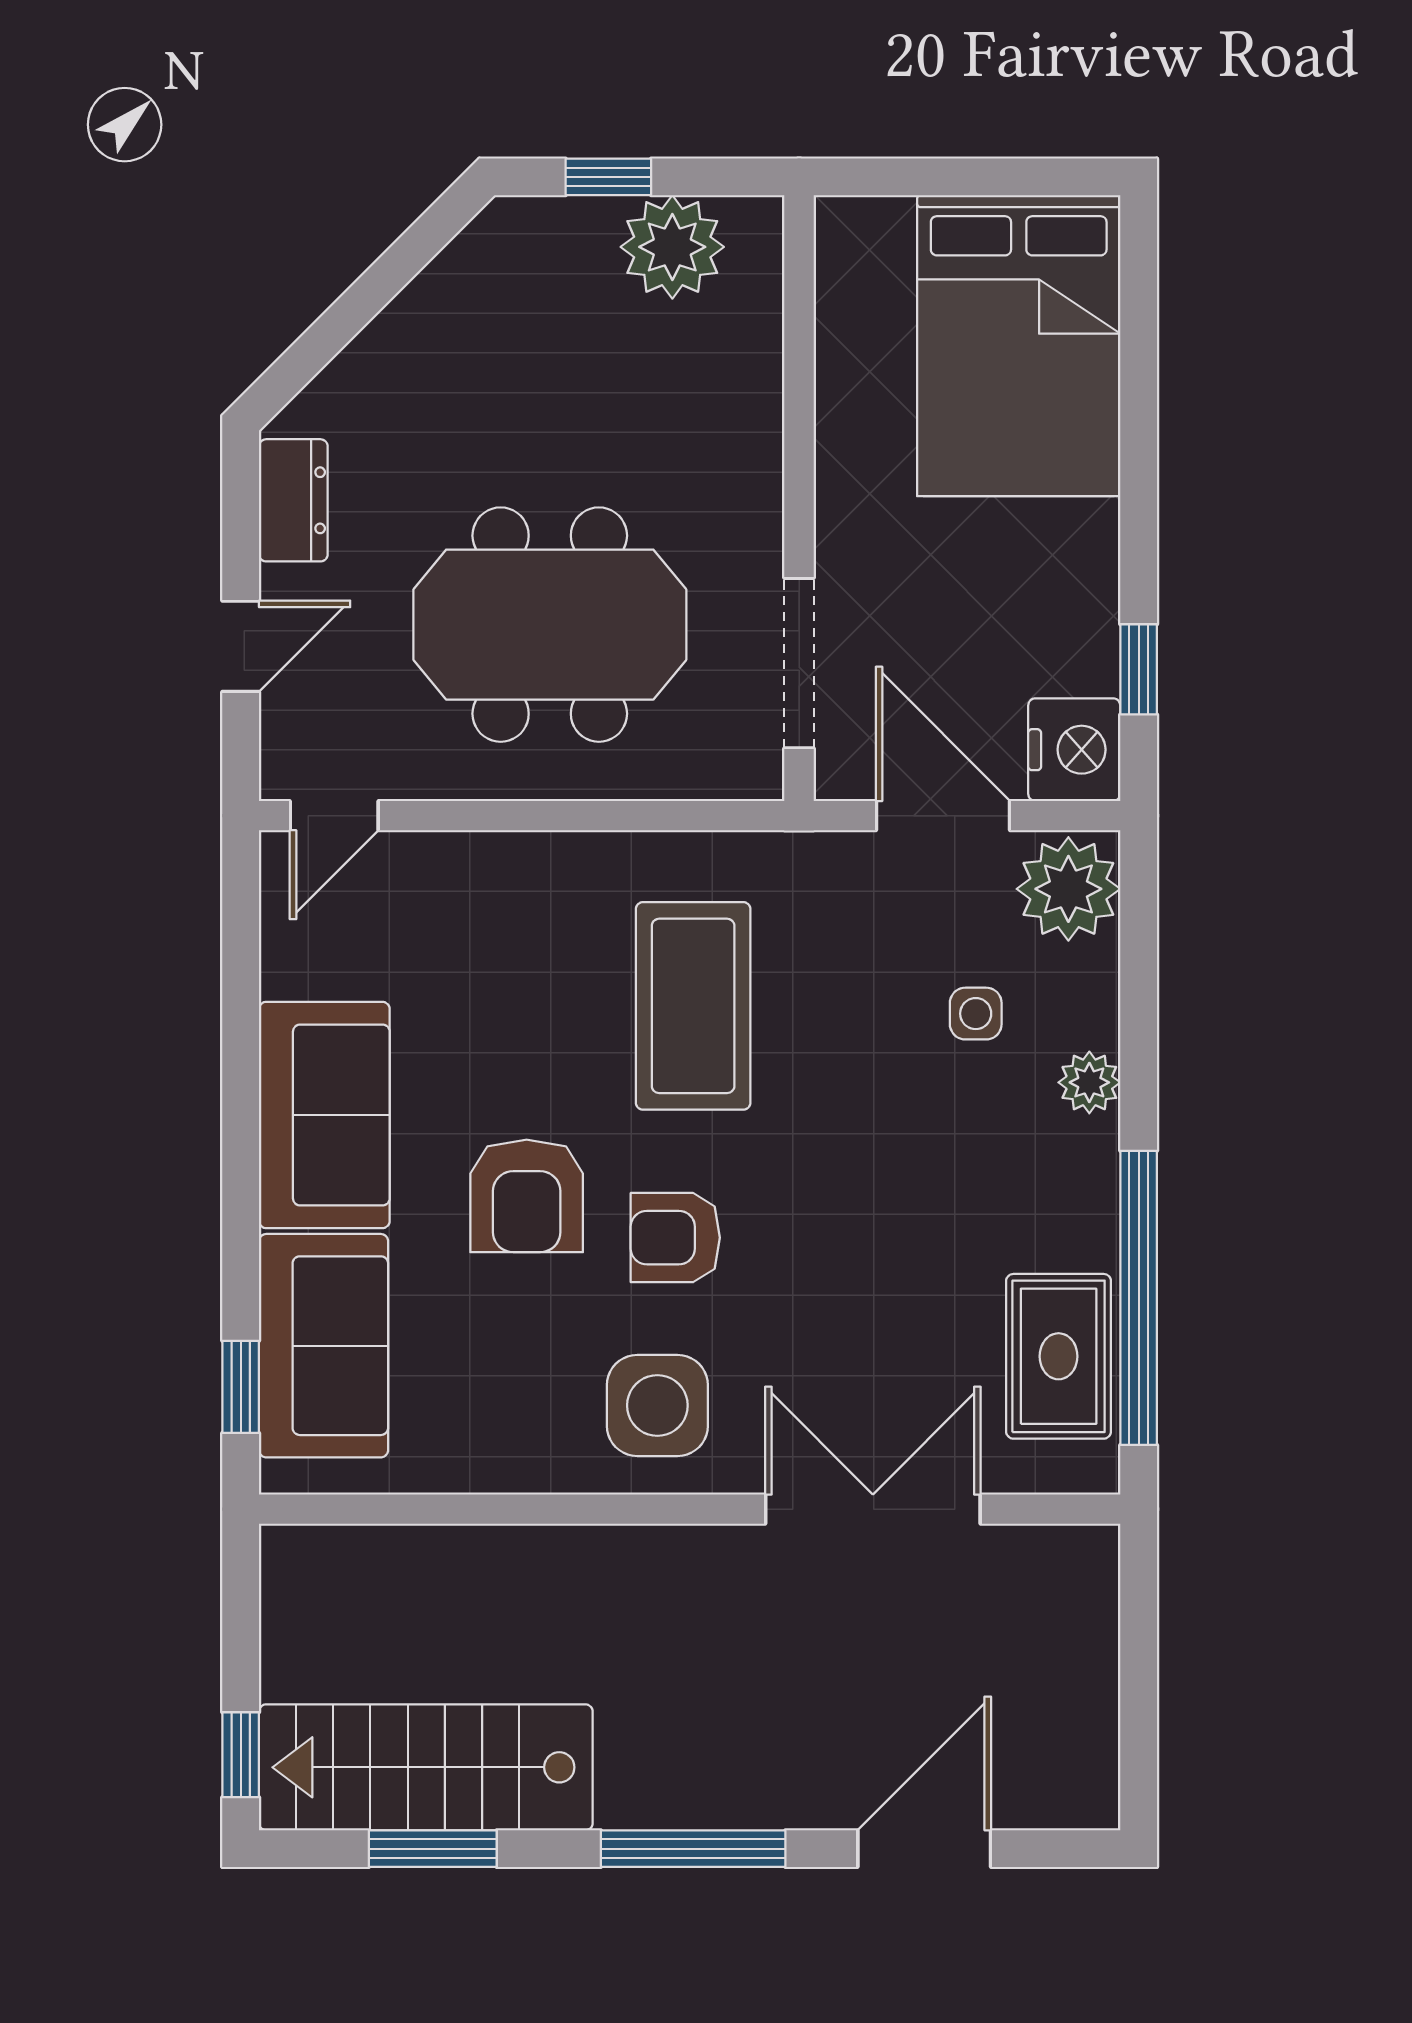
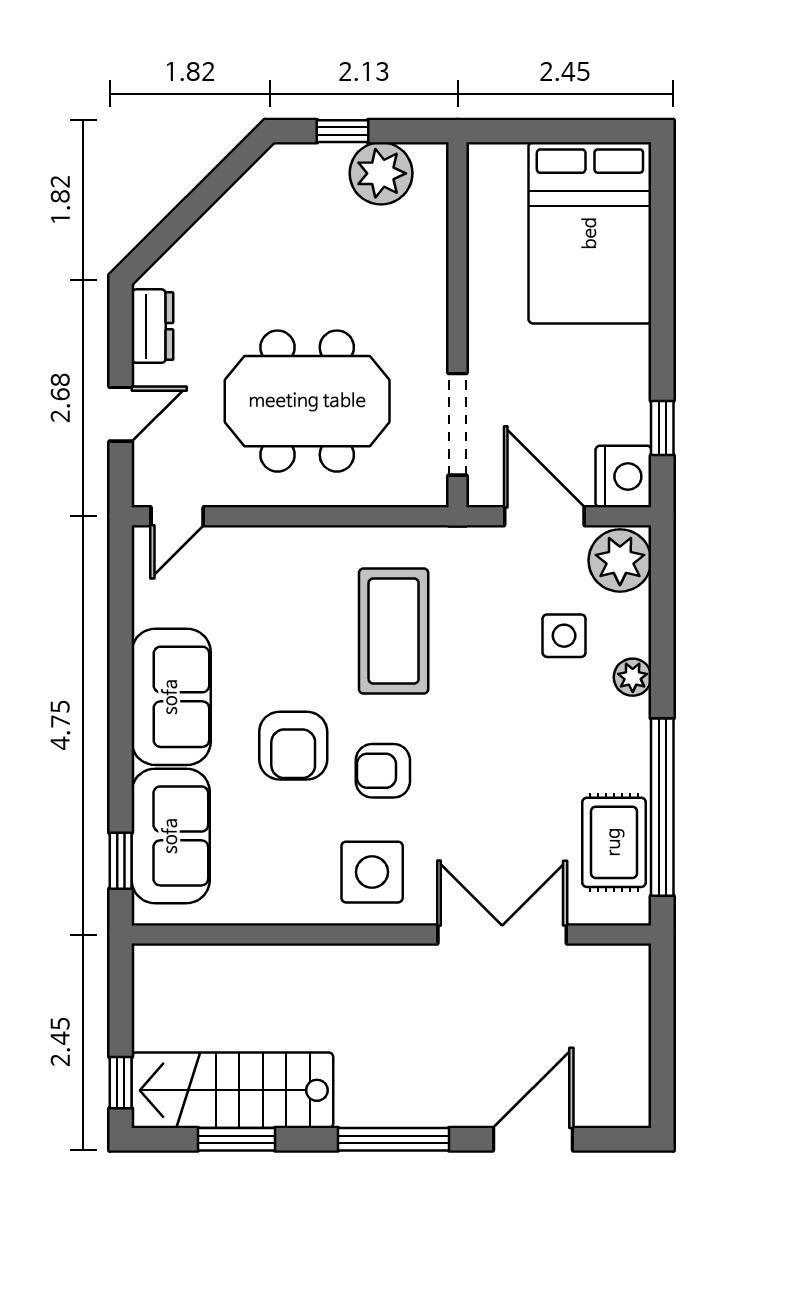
side table: (976, 1014) -> (564, 636), width x1.37, depth x1.37

